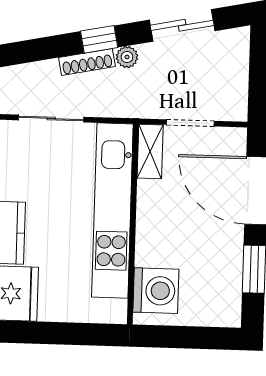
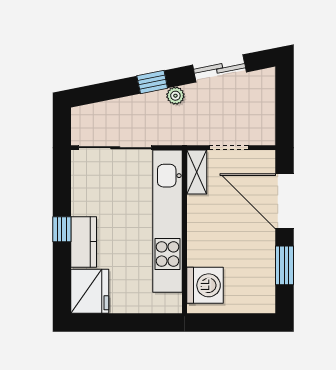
shoe rack: (87, 62) -> (143, 101), removed
sliding door: (51, 119) -> (115, 148), width x1.37

